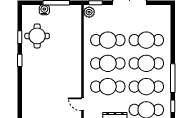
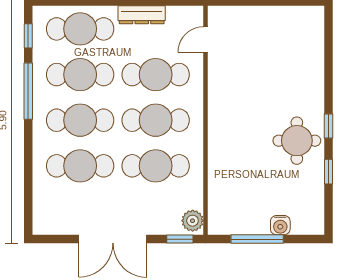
round table: (37, 36) -> (297, 141), moved
door: (82, 104) -> (205, 40), swing flipped

